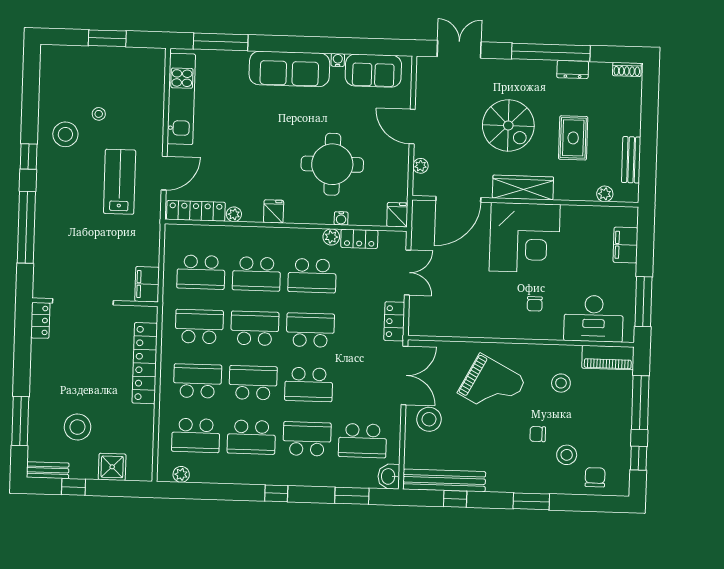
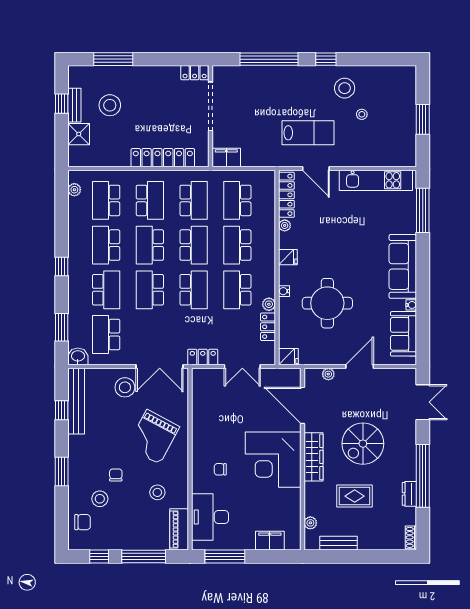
water cooler: (341, 218) -> (284, 291), moved
school desk: (253, 383) -> (150, 245), turned 180
bench: (48, 470) -> (74, 105), moved

